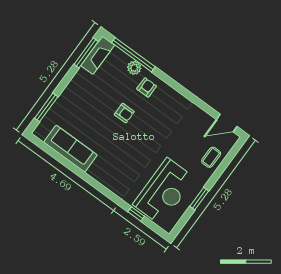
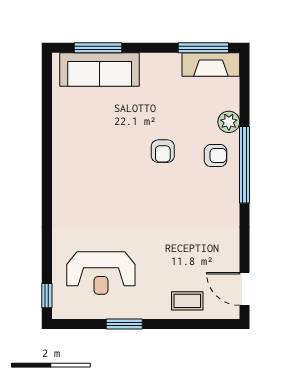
window: (133, 55) -> (245, 165), moved
sofa: (70, 149) -> (100, 70), moved, turned 90
reception desk: (164, 191) -> (101, 273), width x0.74, depth x0.77
window: (136, 214) -> (47, 296), moved

